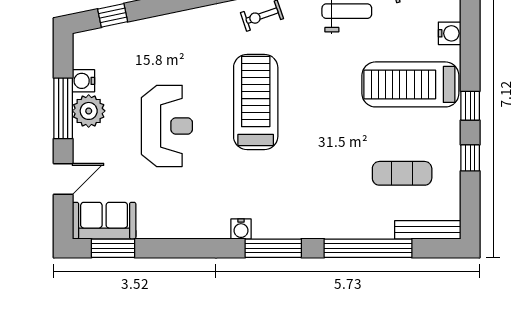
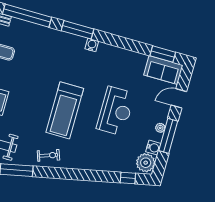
plant: (89, 51) -> (146, 163), added
plant: (89, 111) -> (160, 128), width x0.53, depth x0.53
reception desk: (167, 126) -> (116, 111), turned 180

